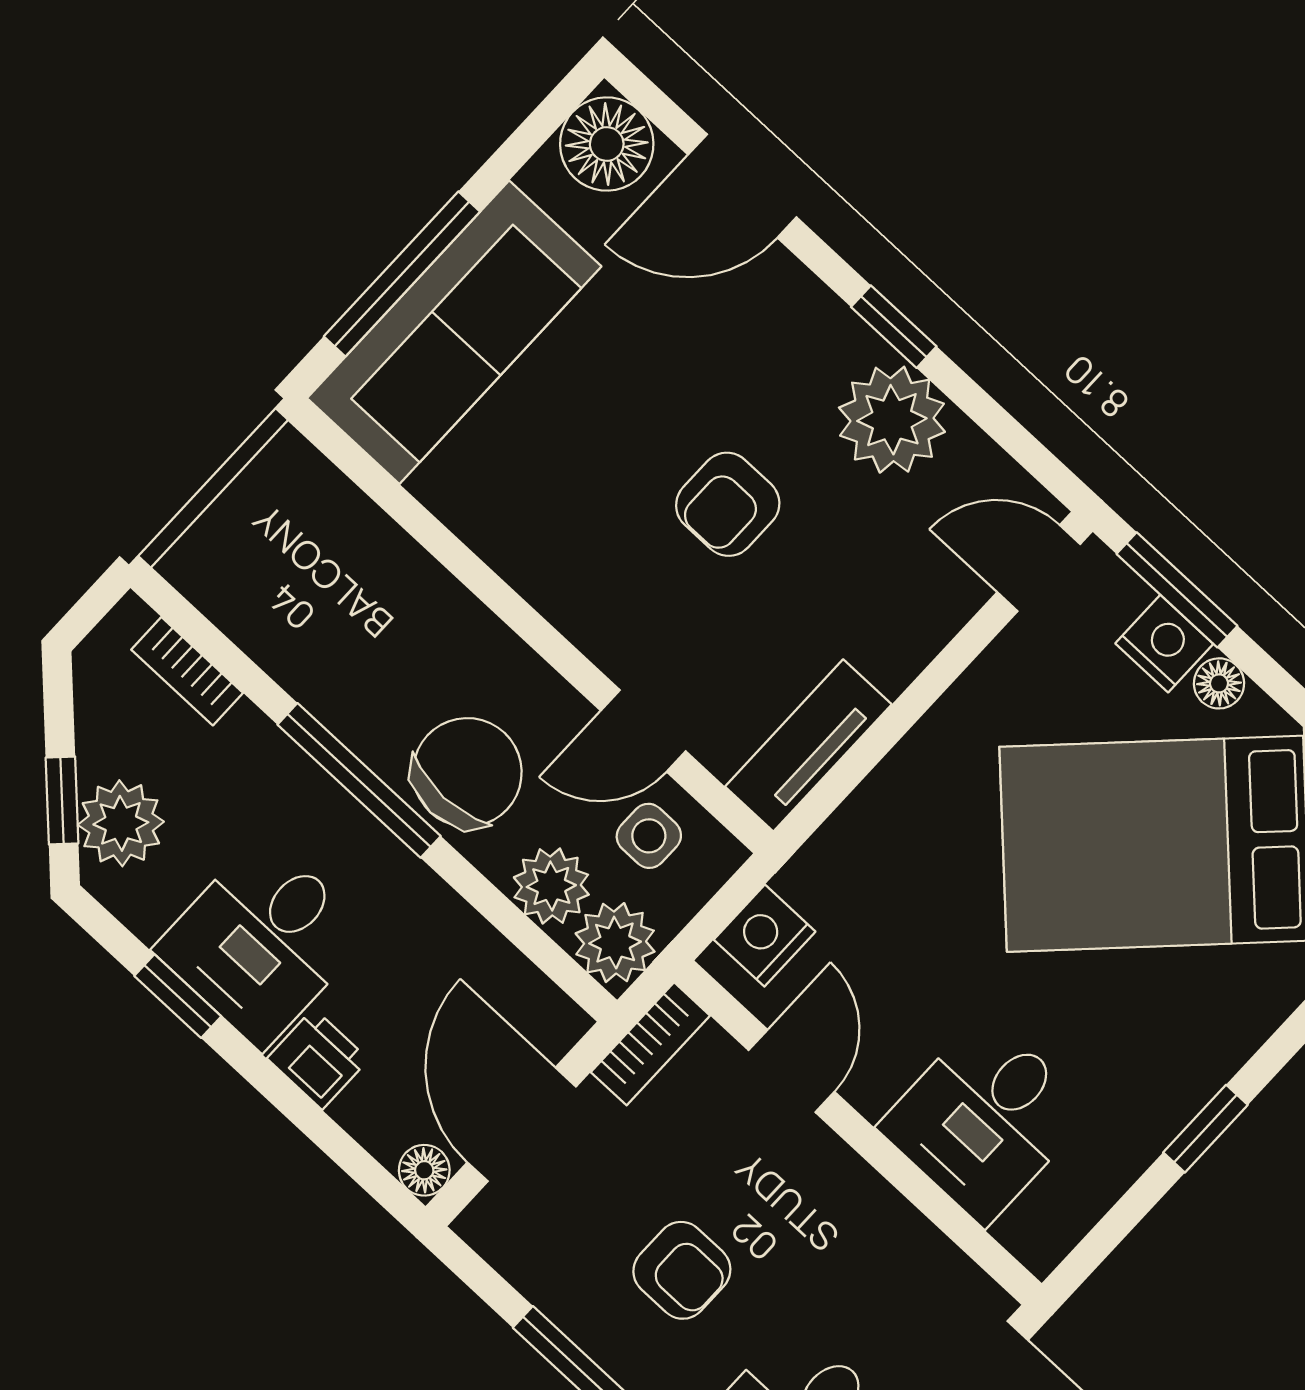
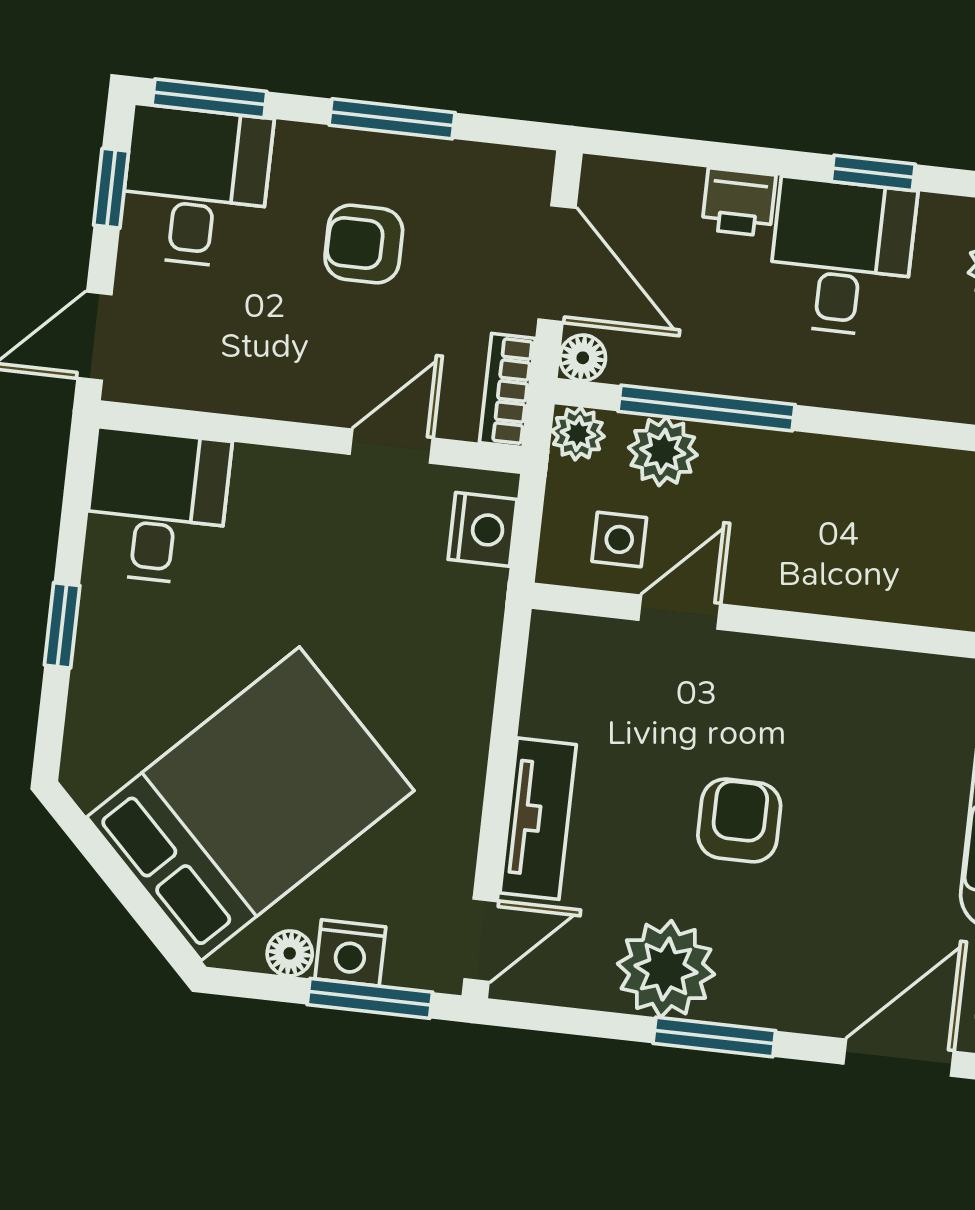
window: (894, 327) -> (714, 1037), width x1.50
tv unit: (808, 745) -> (538, 819), moved
chair: (467, 772) -> (784, 488), removed
window: (359, 780) -> (707, 408), moved
plant: (615, 943) -> (578, 434), width x0.73, depth x0.73
door: (792, 1071) -> (391, 446), swing flipped
desk: (985, 1119) -> (157, 507), moved
floor lamp: (424, 1170) -> (583, 358), moved

